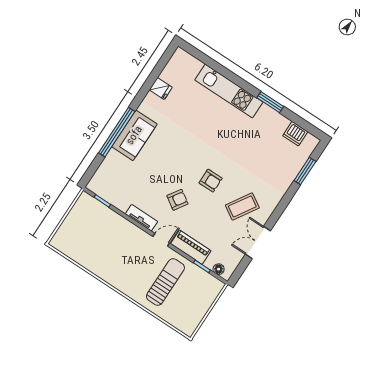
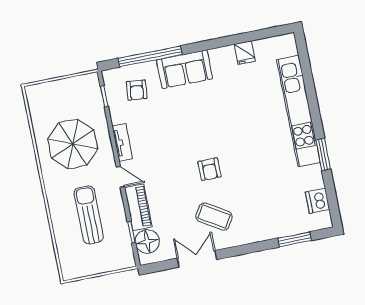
kitchen unit: (229, 91) -> (298, 111), width x1.36
window: (117, 132) -> (150, 56), moved
armchair: (178, 200) -> (137, 90), moved, turned 63
parasol: (112, 249) -> (73, 144), added
floor lamp: (219, 269) -> (147, 242), width x1.89, depth x1.89
sun lounger: (165, 282) -> (89, 215), turned -90

